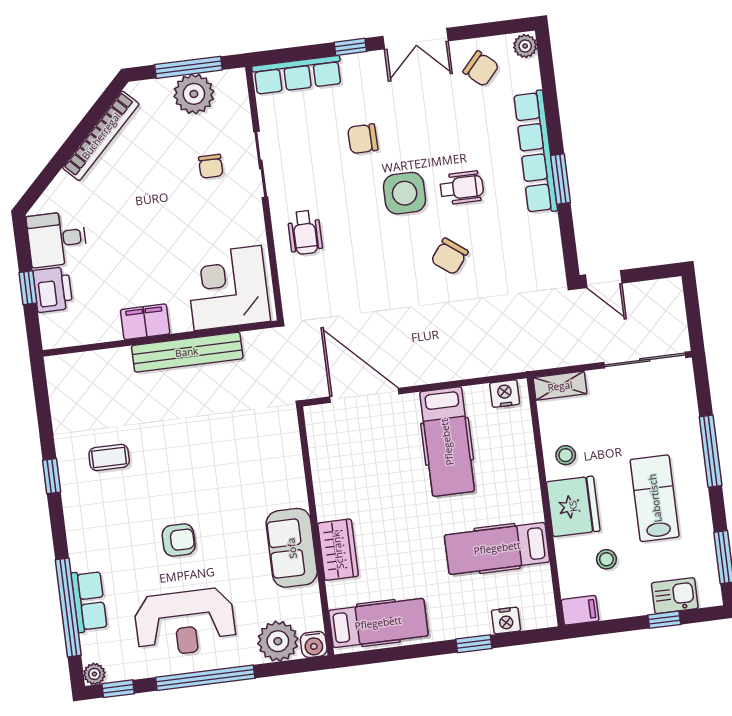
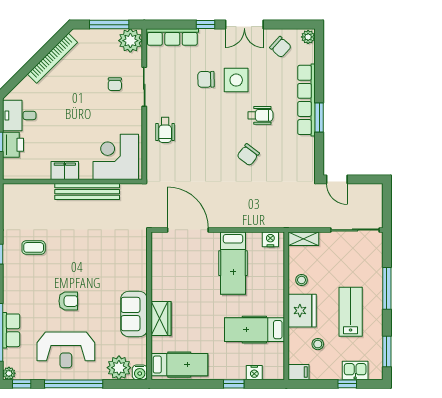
plant: (194, 94) -> (130, 41), moved
side table: (405, 193) -> (236, 80), moved

